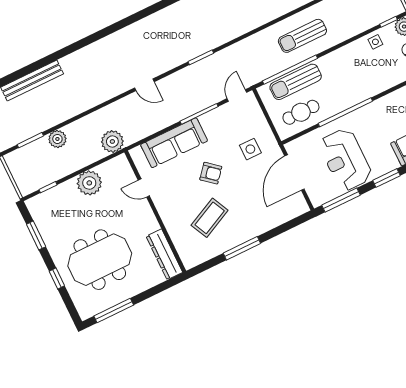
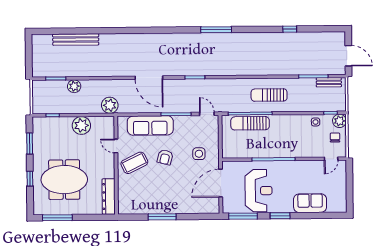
door: (144, 85) -> (149, 78), width x1.87
door: (237, 95) -> (207, 114), hinge flipped
cafe table: (301, 112) -> (244, 145), removed
reception desk: (345, 160) -> (259, 191), turned 180
armchair: (211, 173) -> (165, 157), turned 65
coffee table: (210, 218) -> (134, 163), moved

